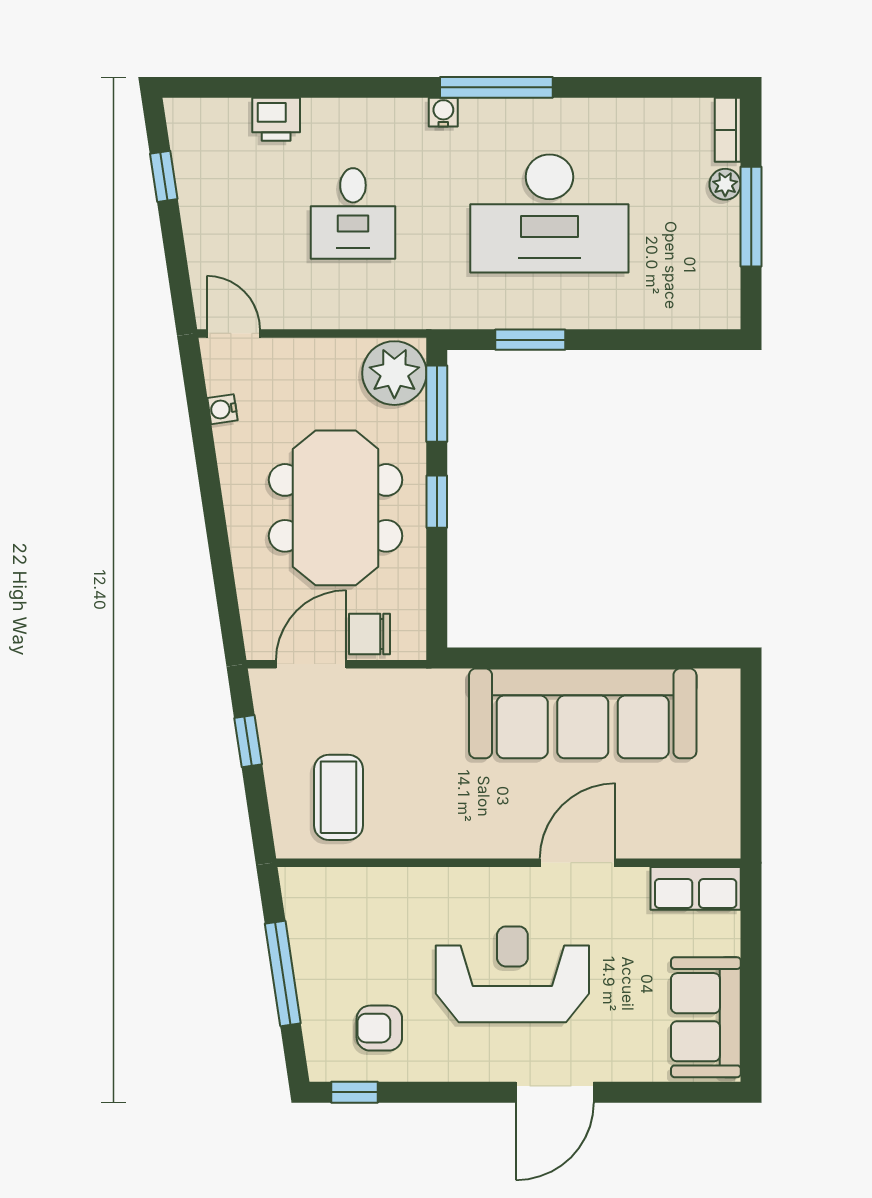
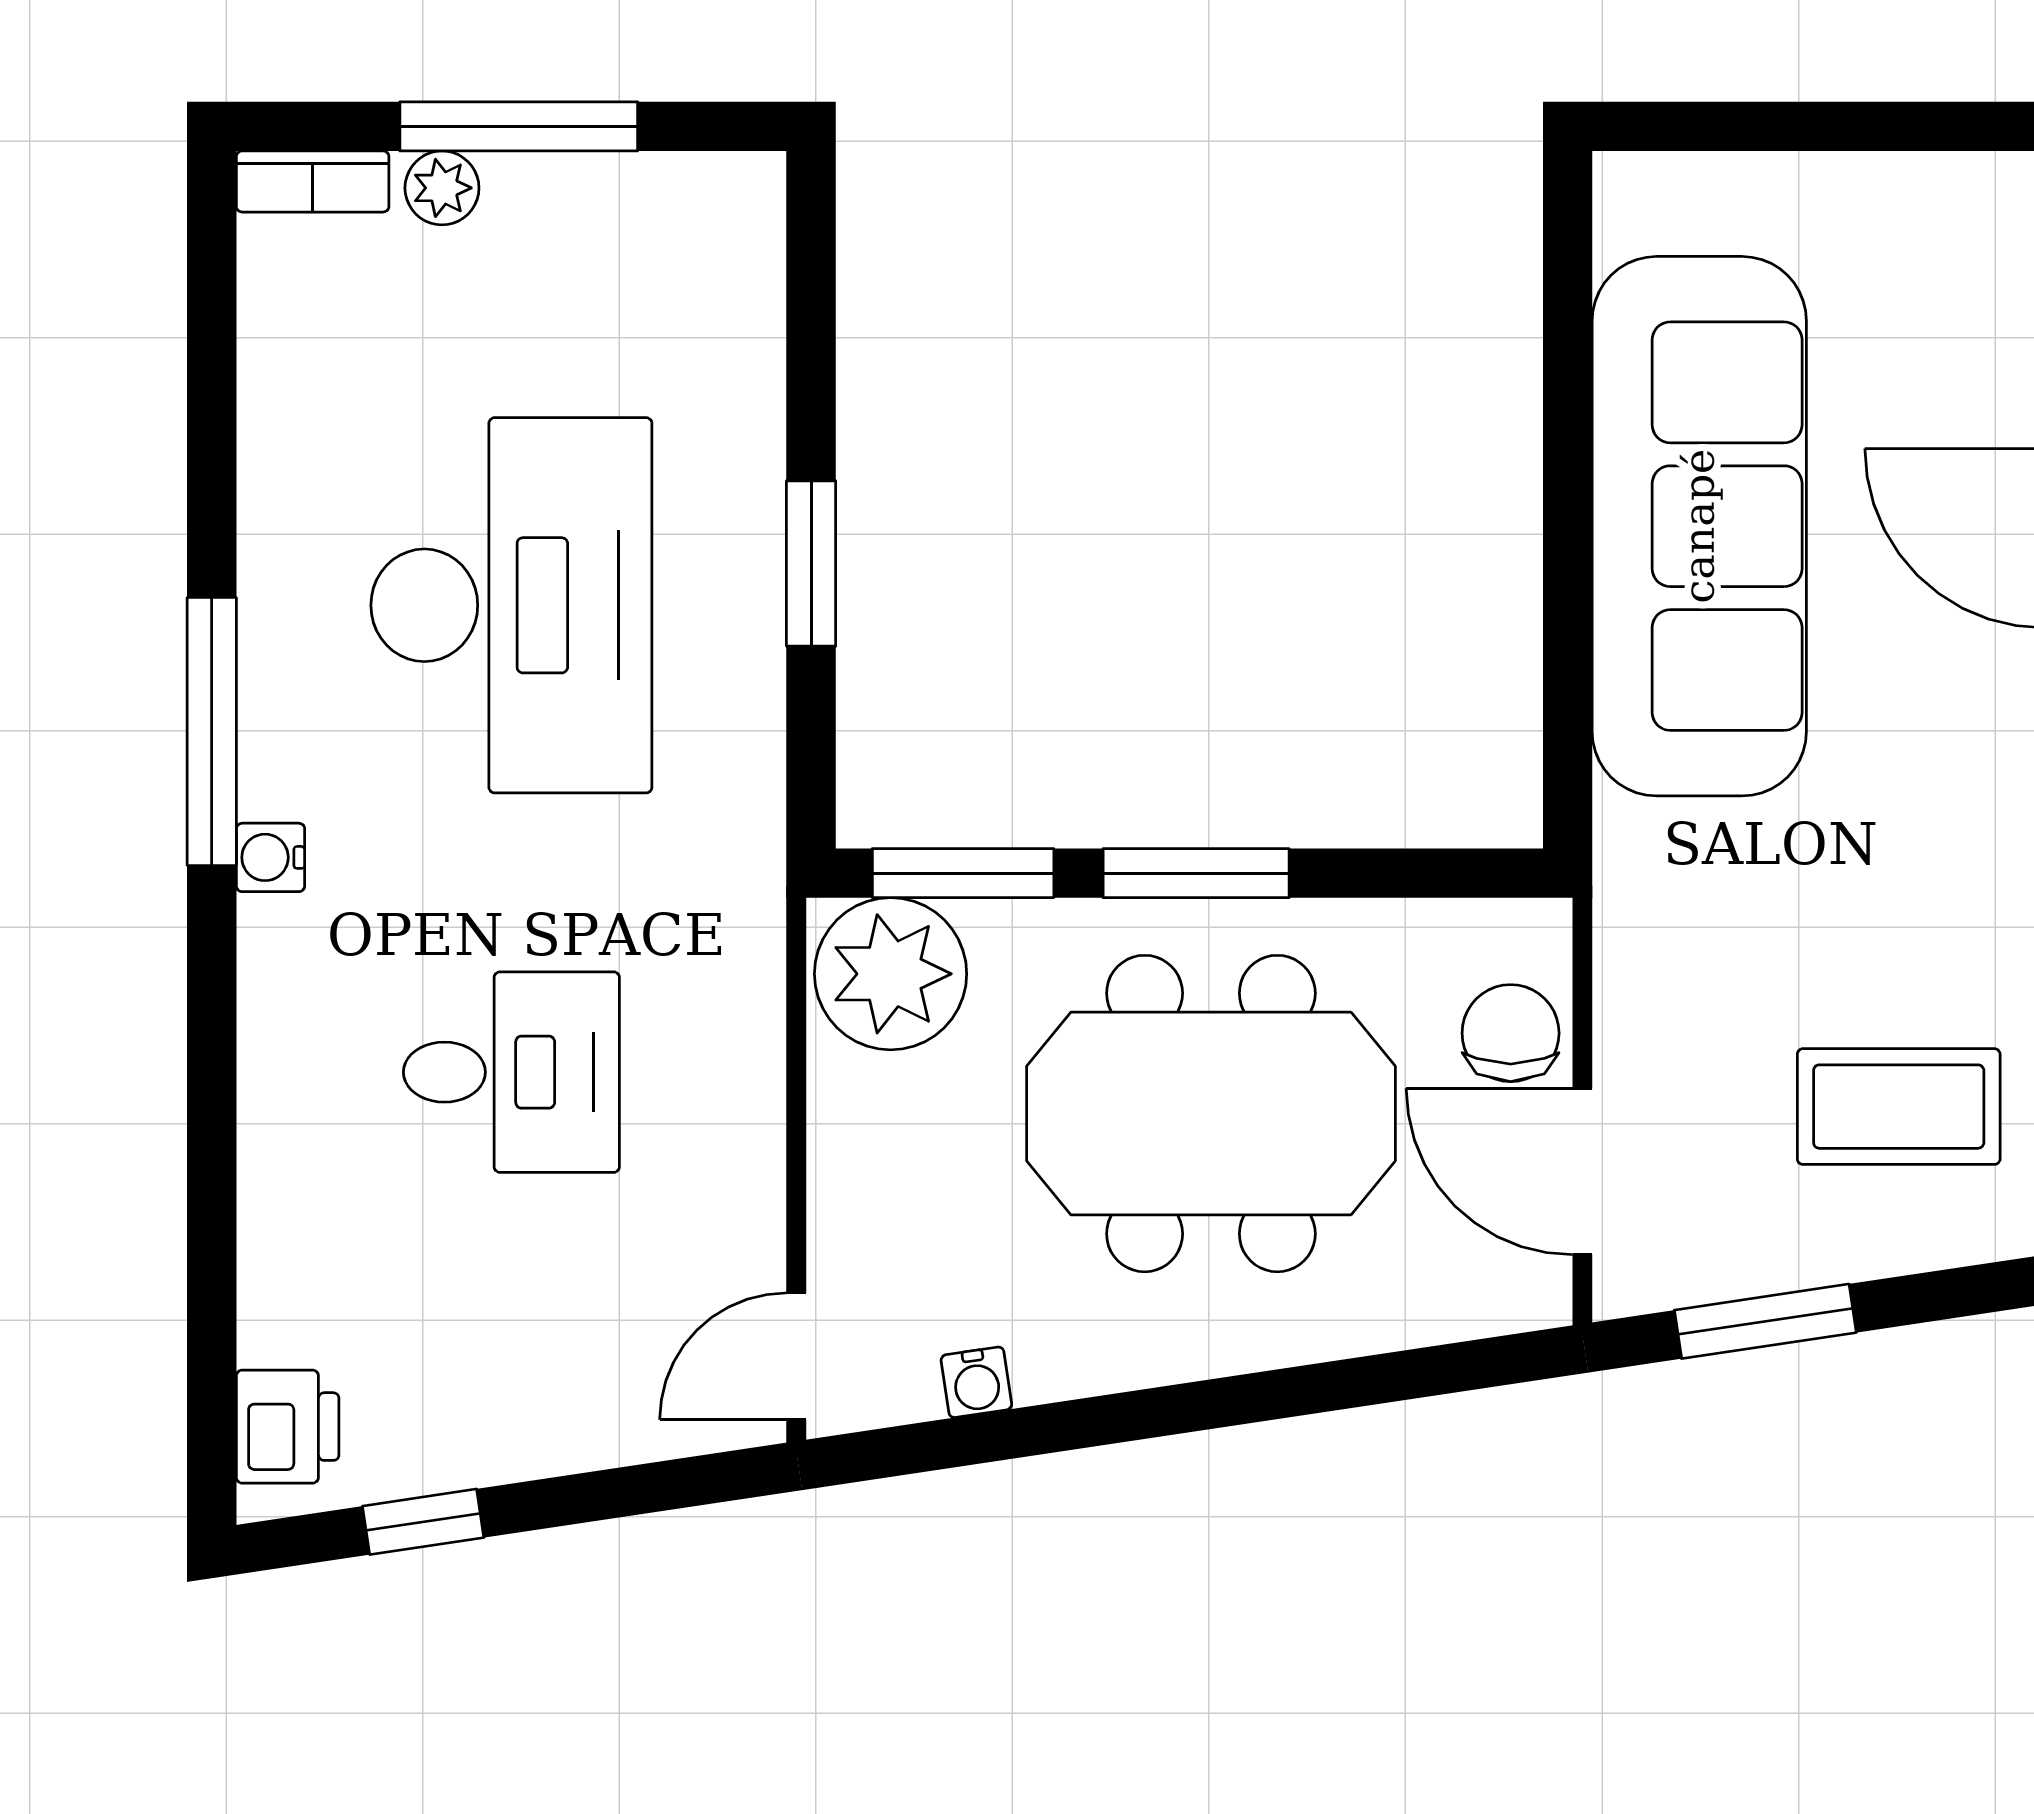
printer: (276, 119) -> (288, 1427), moved
window: (530, 340) -> (811, 563), moved
window: (437, 502) -> (1196, 873), width x1.50
chair: (369, 634) -> (1511, 1033), turned 180
window: (248, 741) -> (1765, 1321), width x1.50

